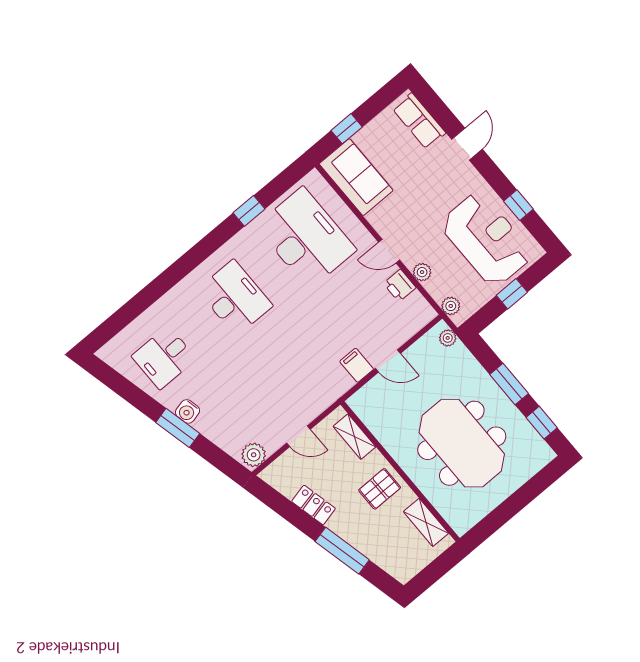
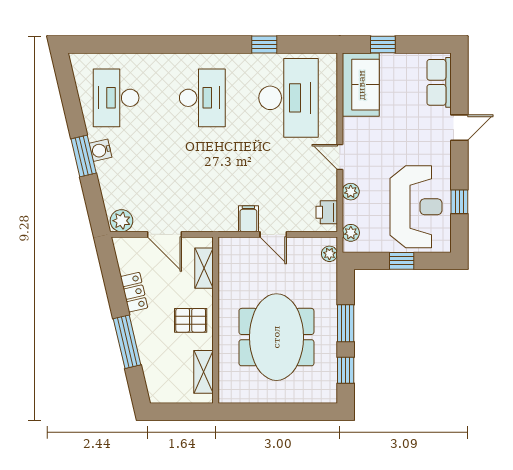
printer: (400, 285) -> (327, 212), moved
desk: (164, 357) -> (116, 98), width x1.37
door: (298, 436) -> (165, 234), width x1.38

